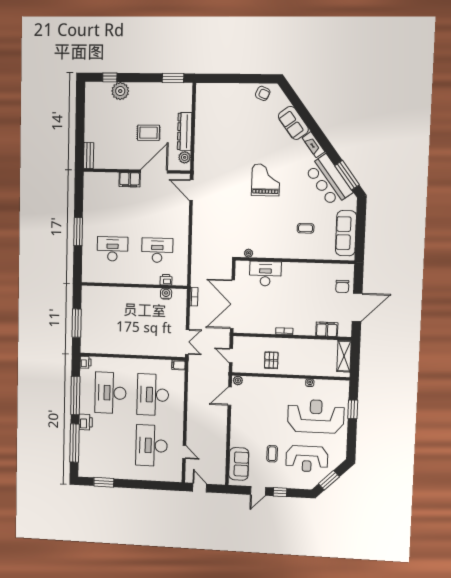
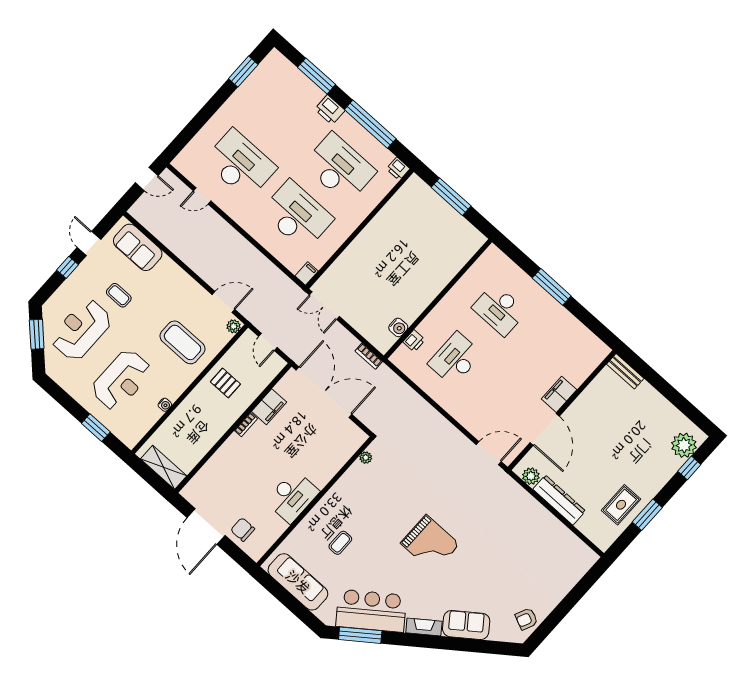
window: (173, 78) -> (647, 515), moved
plant: (120, 91) -> (684, 445), moved
rug: (149, 133) -> (621, 505), moved
desk: (112, 249) -> (499, 310), turned 90
desk: (157, 250) -> (455, 359), turned 180
desk: (265, 274) -> (292, 496), moved
filing cabinet: (327, 329) -> (269, 407), moved
door: (231, 356) -> (268, 342), swing flipped
door: (230, 396) -> (223, 302), hinge flipped
coffee table: (269, 400) -> (183, 342), added
reception desk: (316, 416) -> (121, 380), width x0.74, depth x0.77
window: (75, 443) -> (316, 76), width x0.68

